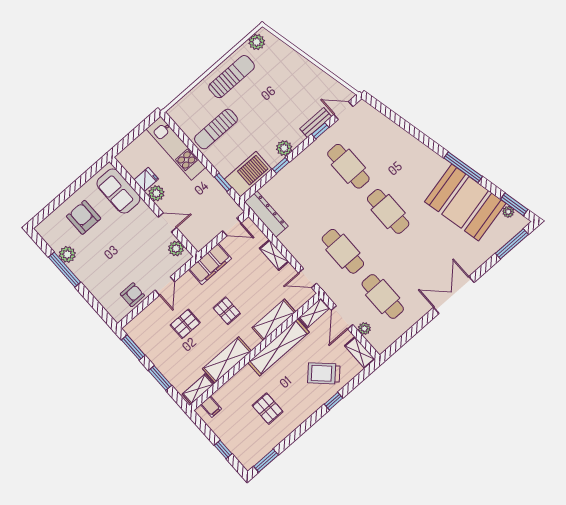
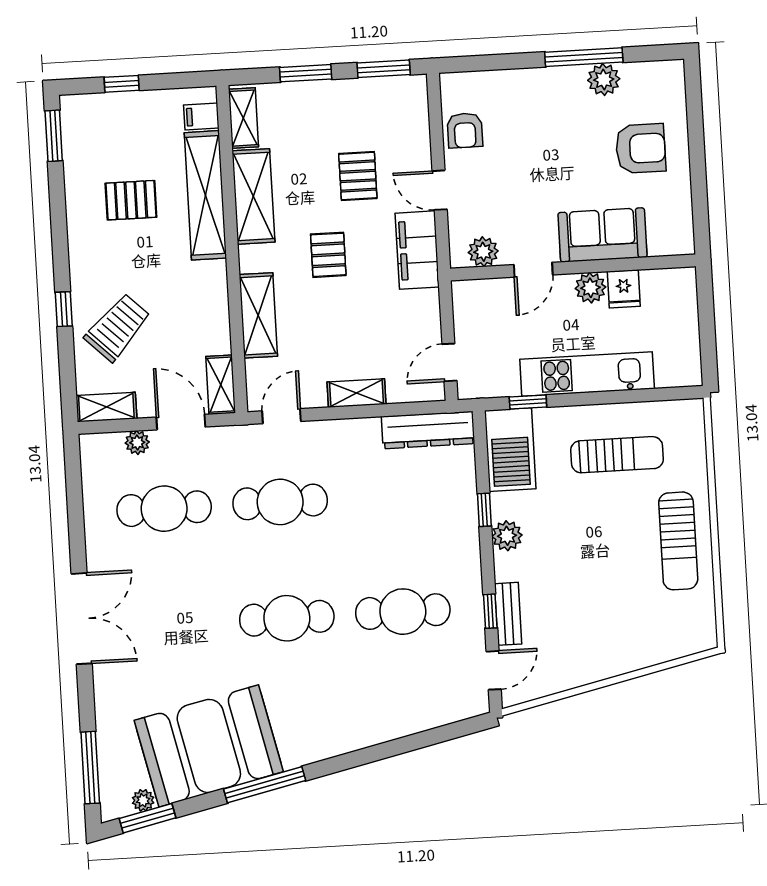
plant: (257, 42) -> (701, 620), removed
sun lounger: (216, 129) -> (617, 455), turned 90
kitchen unit: (176, 148) -> (587, 374), moved
sofa: (118, 191) -> (602, 235), moved
filing cabinet: (210, 264) -> (417, 250), moved
pallet: (227, 311) -> (328, 255), turned 90
shelving: (279, 347) -> (205, 195), moved

